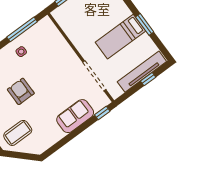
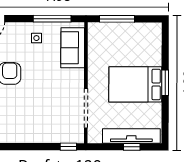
window: (145, 24) -> (165, 83), moved
bed: (120, 37) -> (135, 84), width x1.50
sofa: (75, 116) -> (73, 48), moved, turned -90

